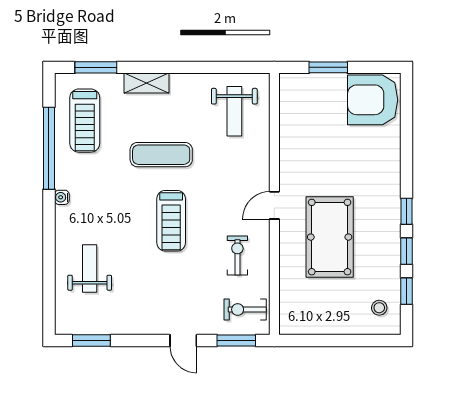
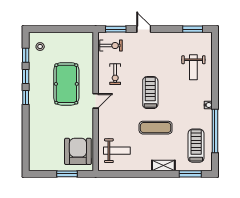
armchair: (373, 100) -> (78, 151), moved, turned -90
weight bench: (234, 111) -> (117, 151), turned 90

